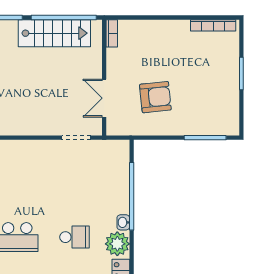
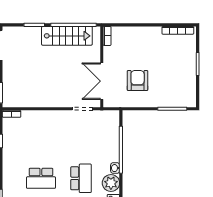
armchair: (155, 97) -> (138, 80), turned -84
double door: (104, 98) -> (102, 81), width x1.37
school desk: (74, 237) -> (81, 178), width x1.85

